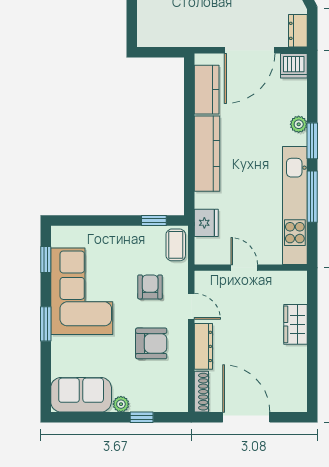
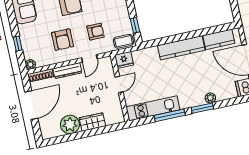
kitchen unit: (295, 205) -> (153, 108), width x0.73
fridge: (206, 223) -> (124, 60), moved
plant: (292, 362) -> (70, 124), added
plant: (121, 404) -> (30, 64), moved

